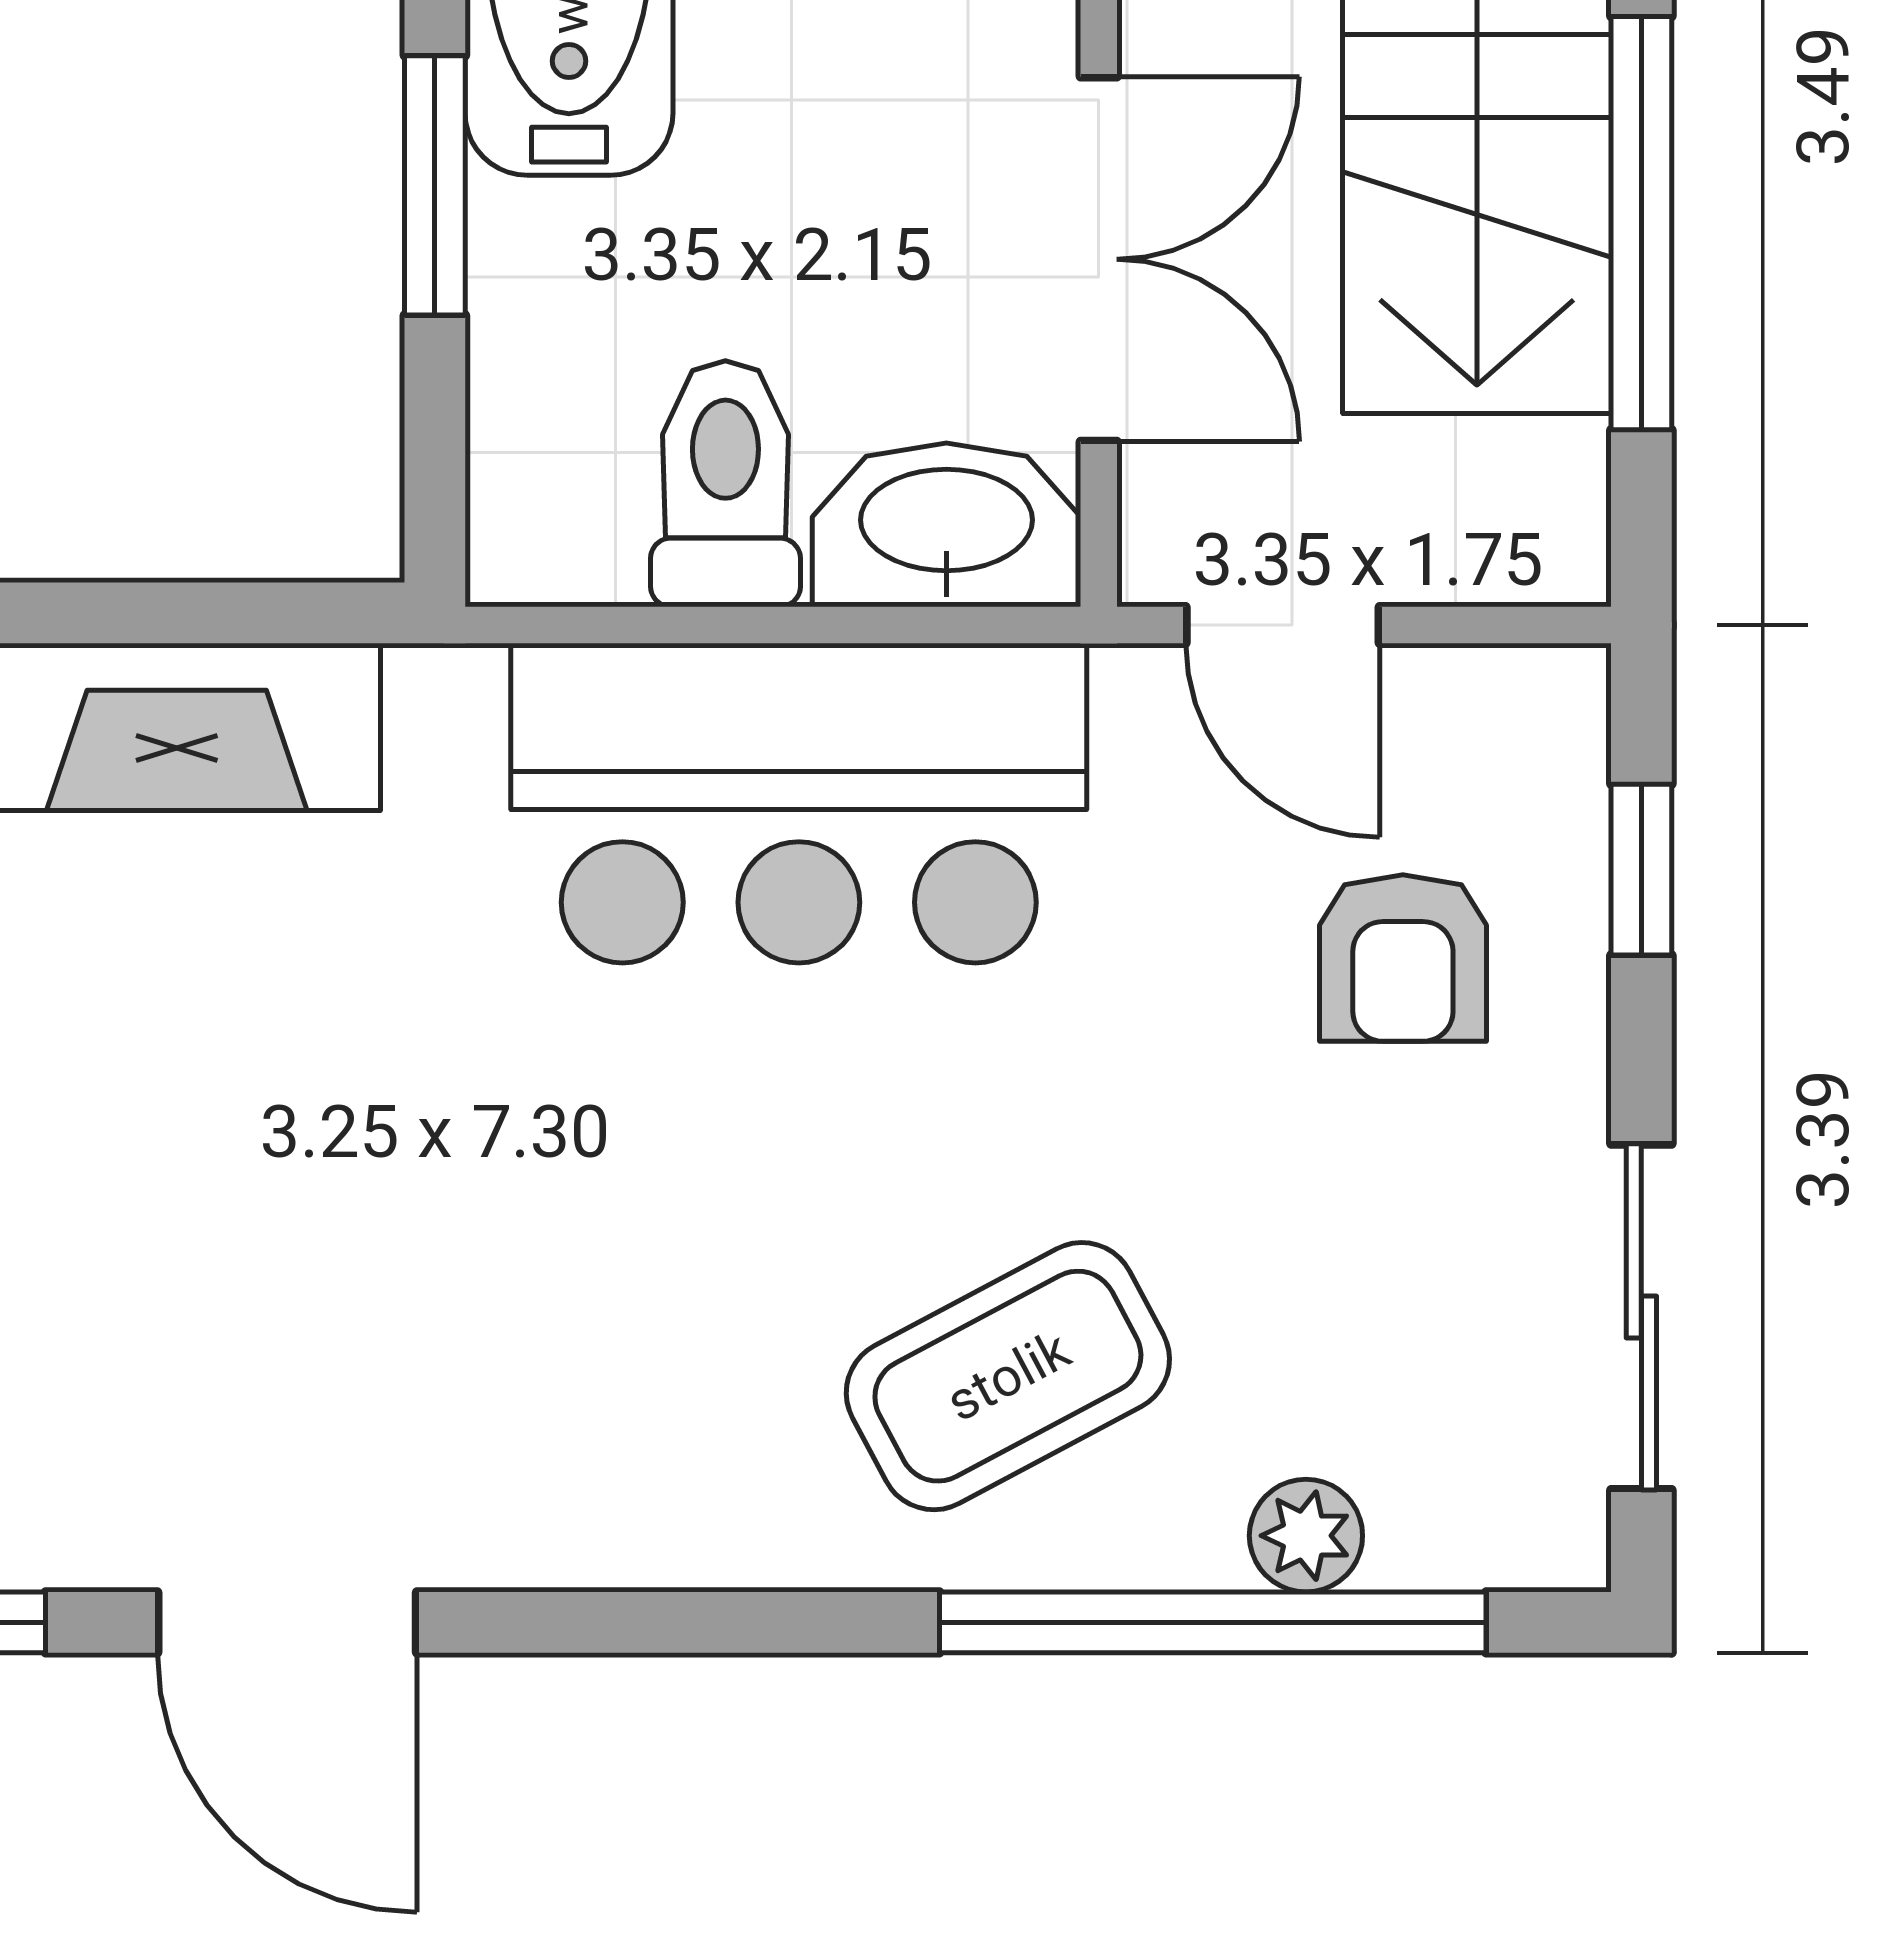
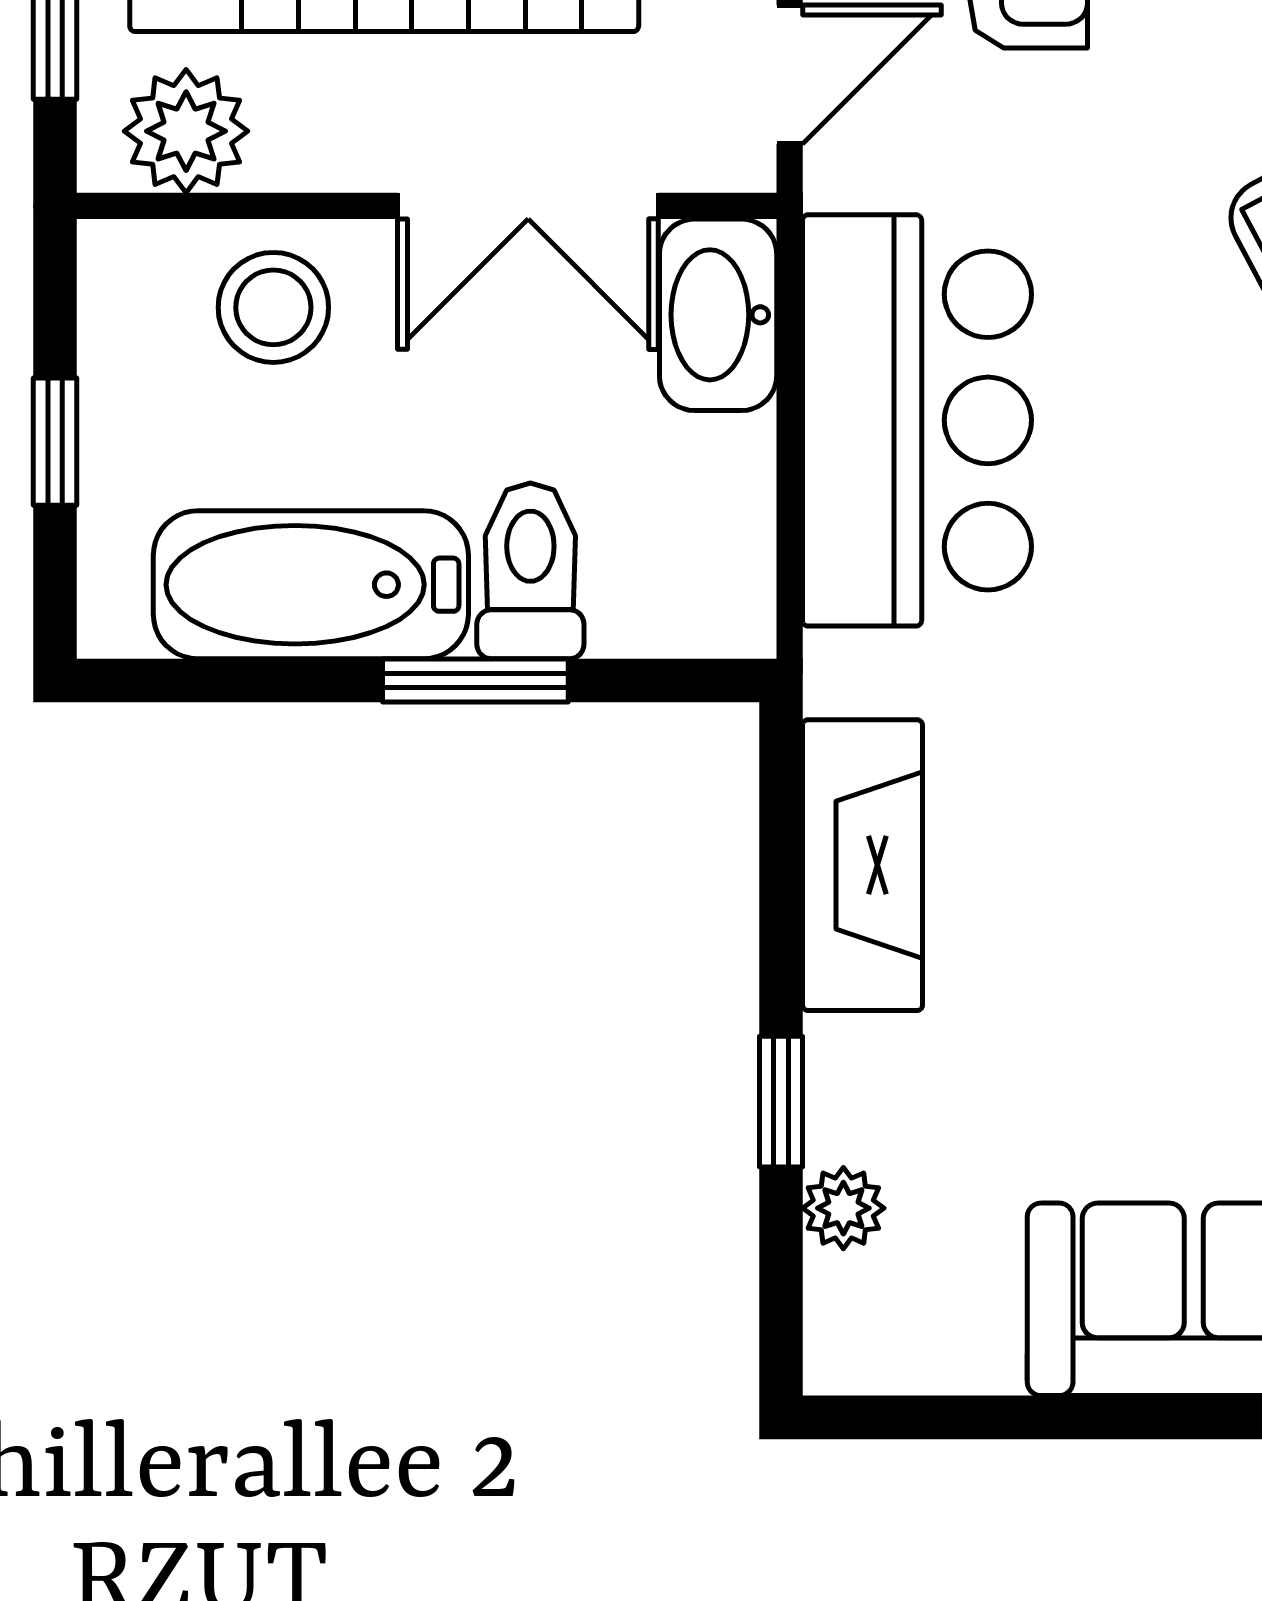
double door: (1099, 259) -> (528, 206), swing flipped
toilet: (725, 484) -> (530, 571), moved, turned 90

